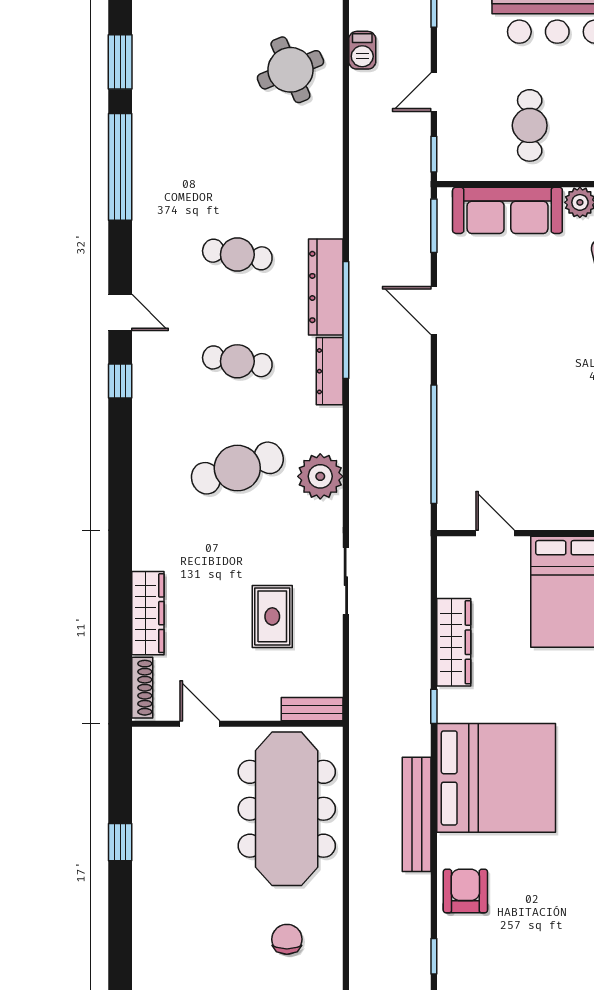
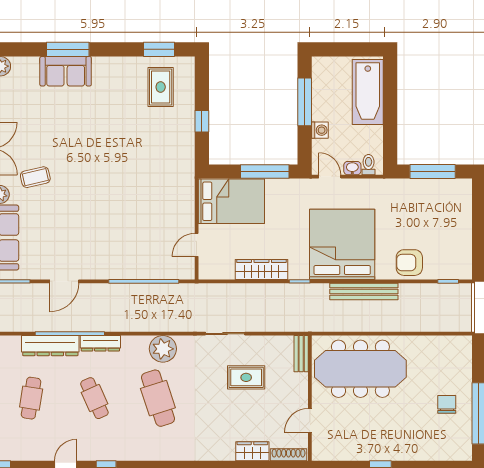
cafe table: (237, 361) -> (94, 398), turned -33
wardrobe: (148, 613) -> (252, 451), width x0.67
chair: (287, 939) -> (447, 404), moved, turned 90

